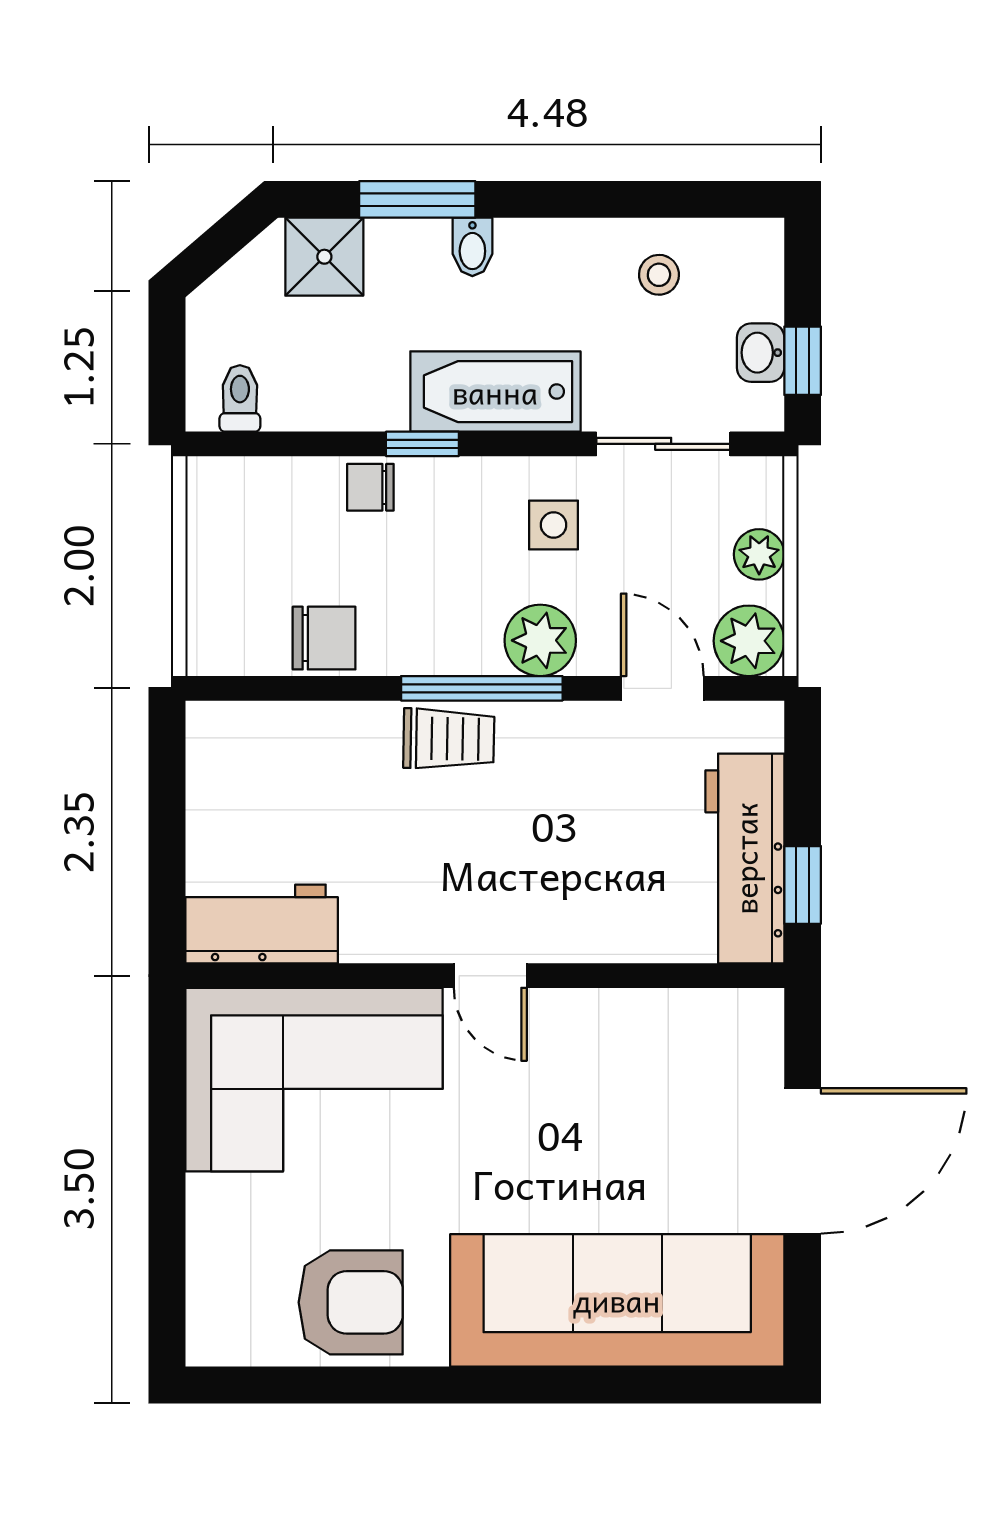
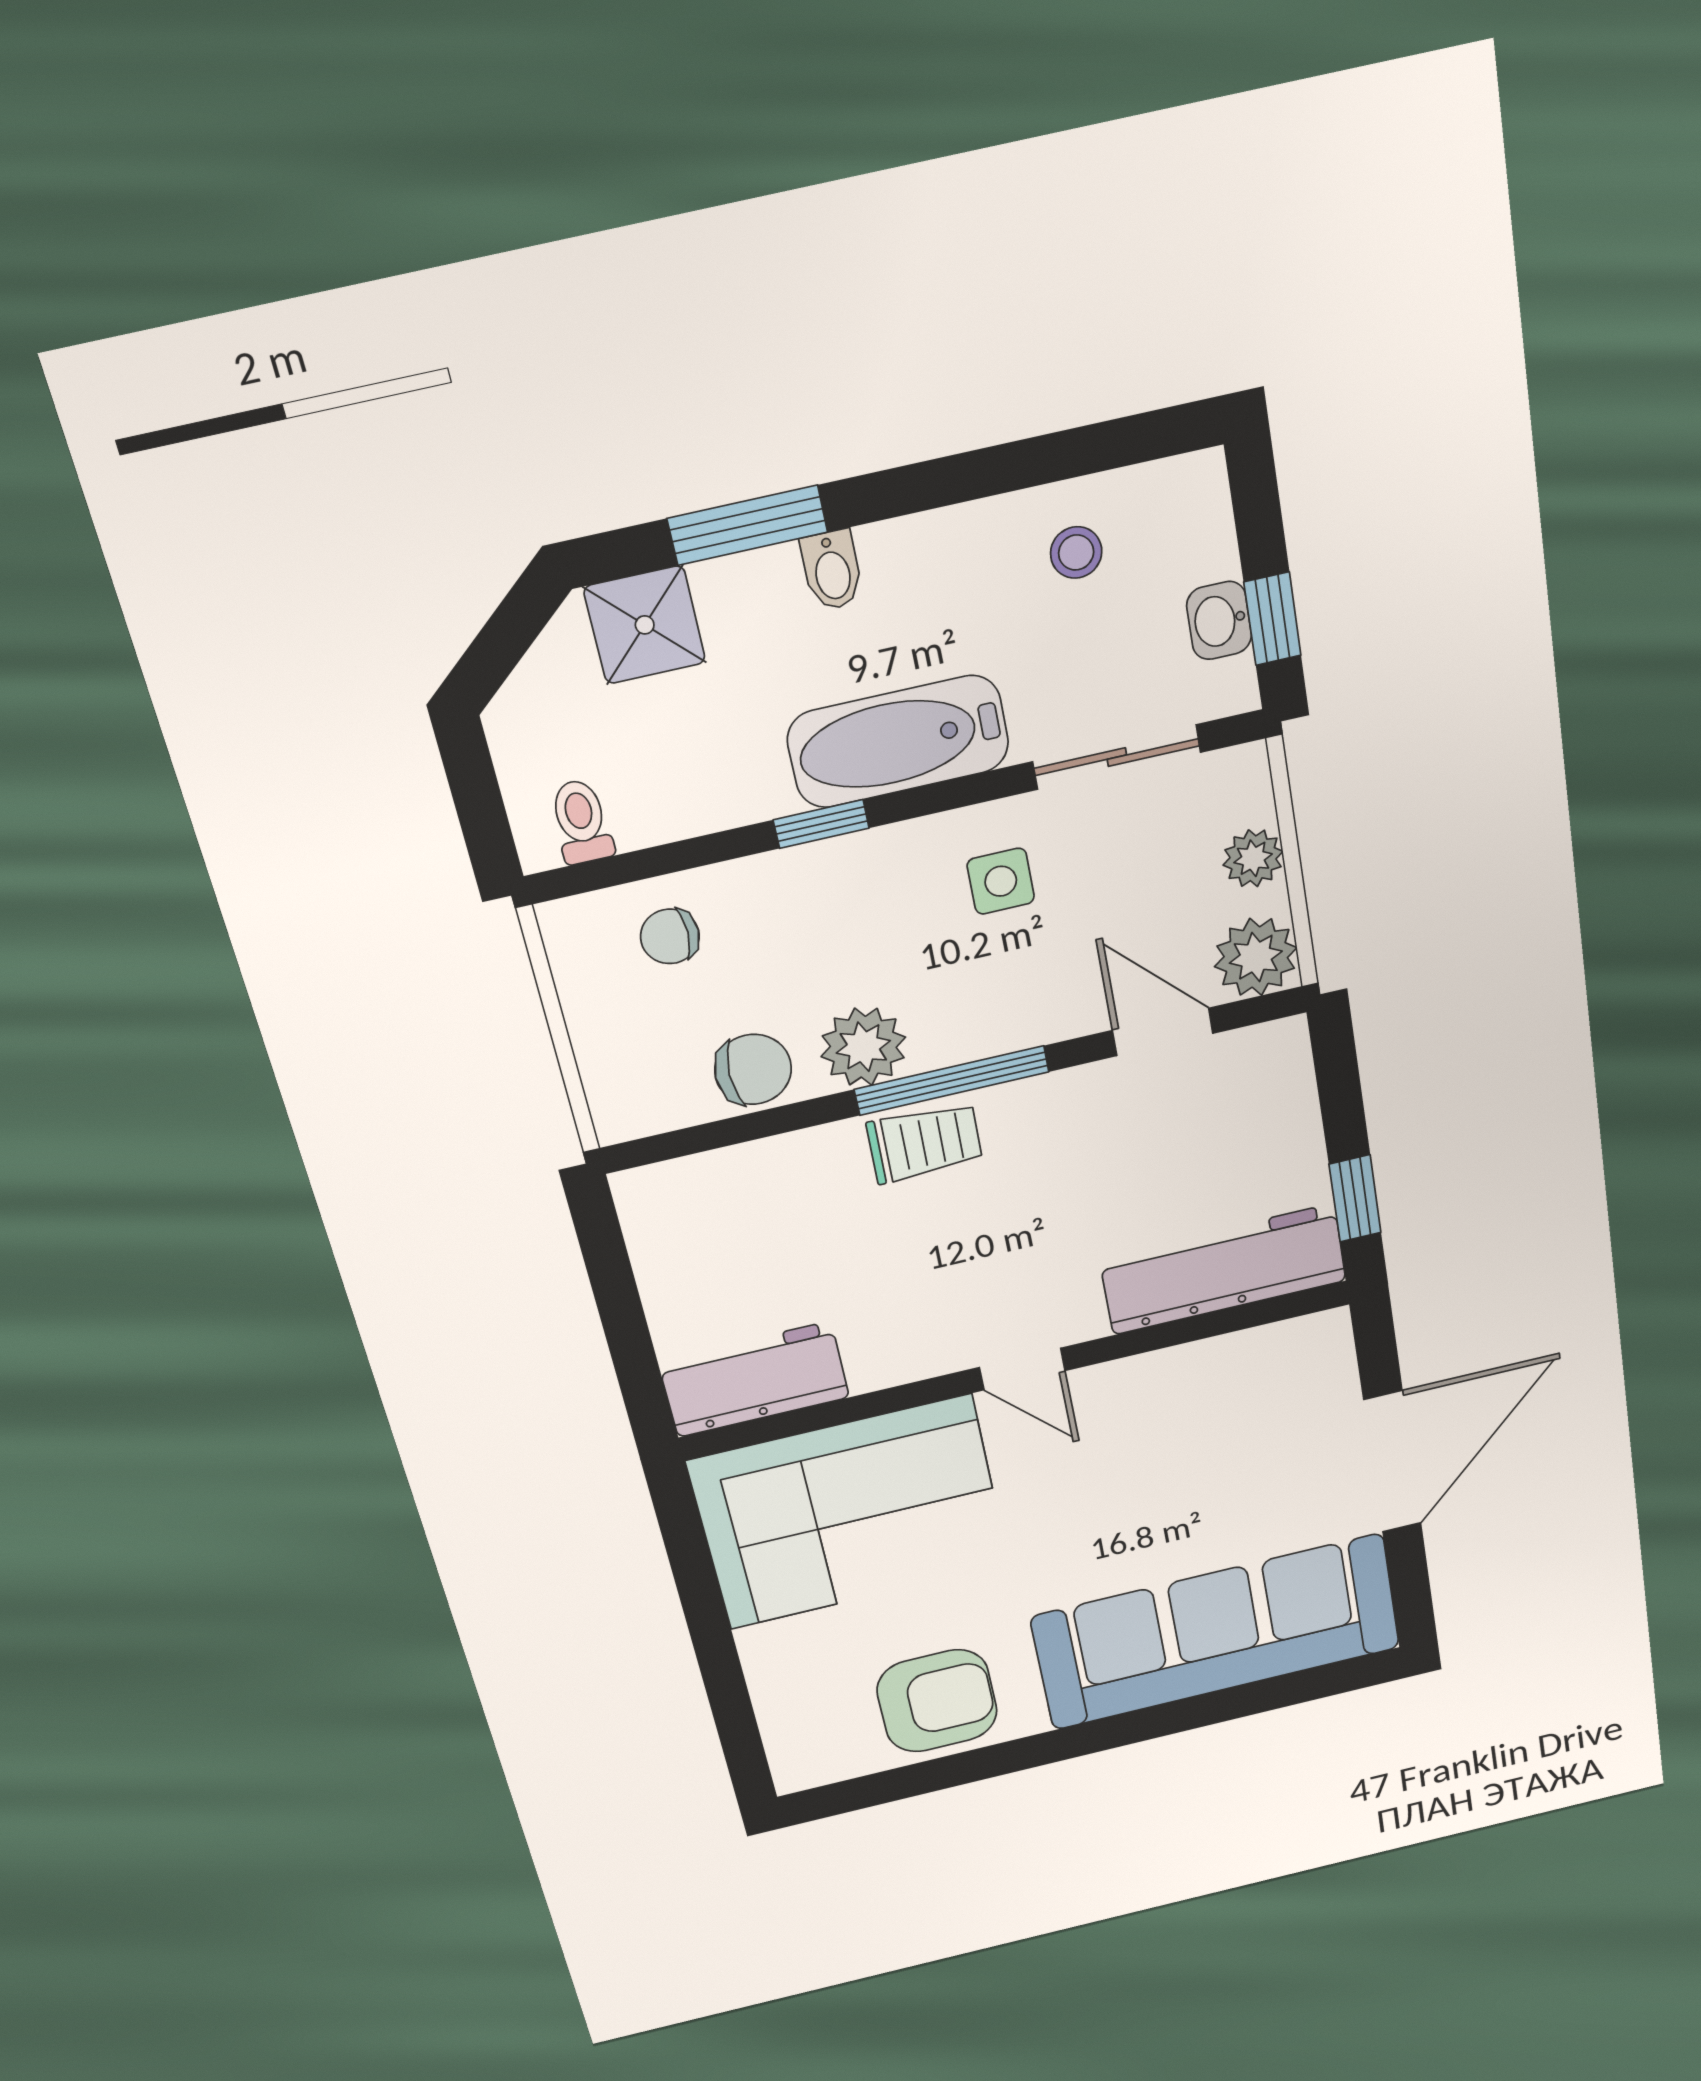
chair: (370, 487) -> (670, 936), moved
plant: (540, 640) -> (863, 1047), moved
workbench: (745, 858) -> (1223, 1269), moved, turned 90

